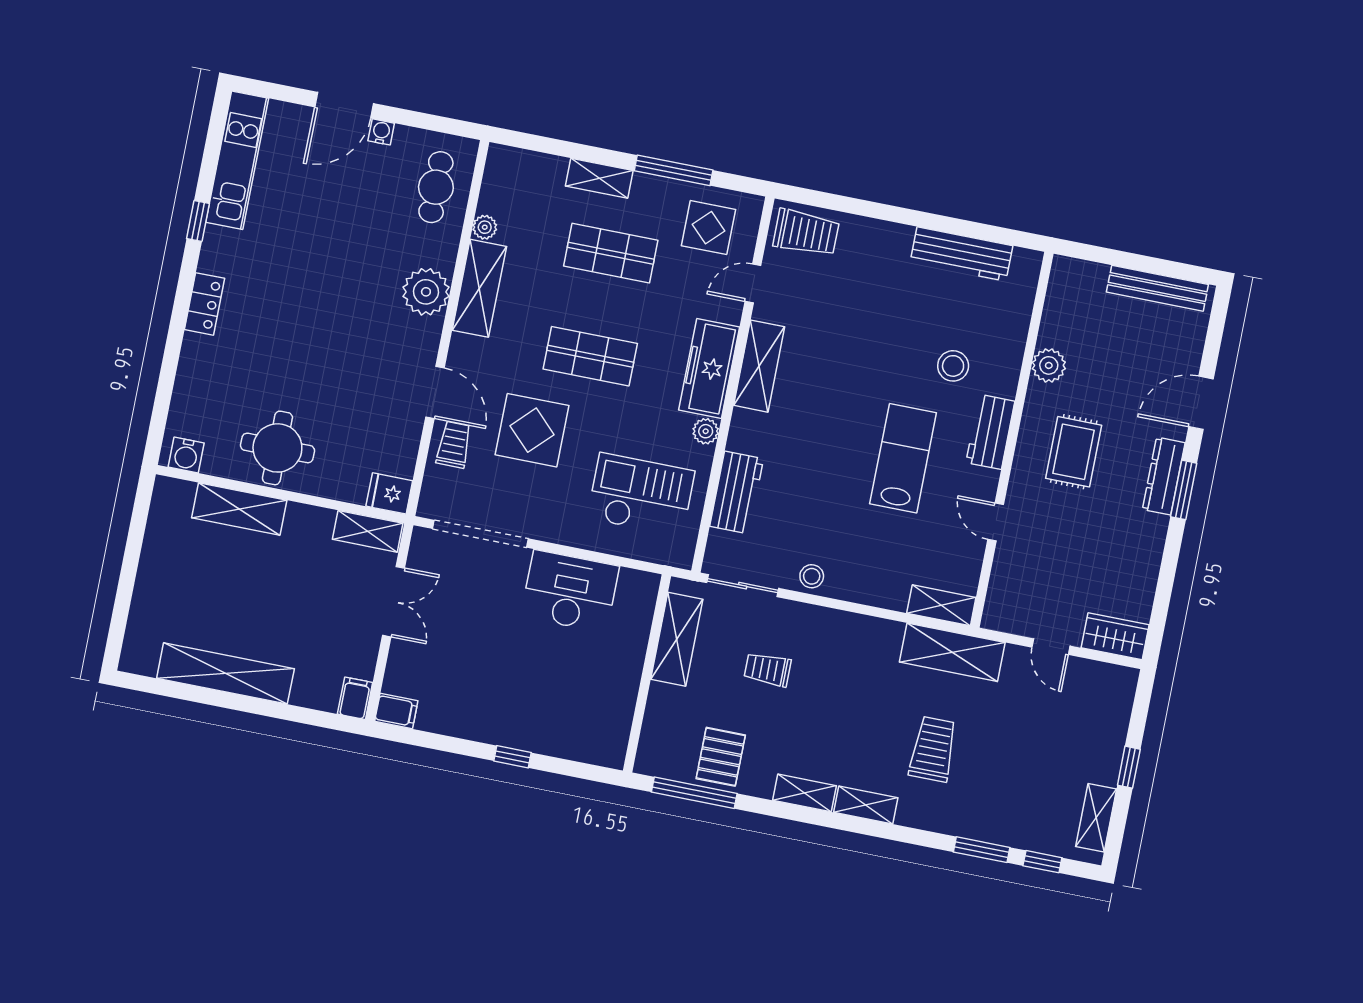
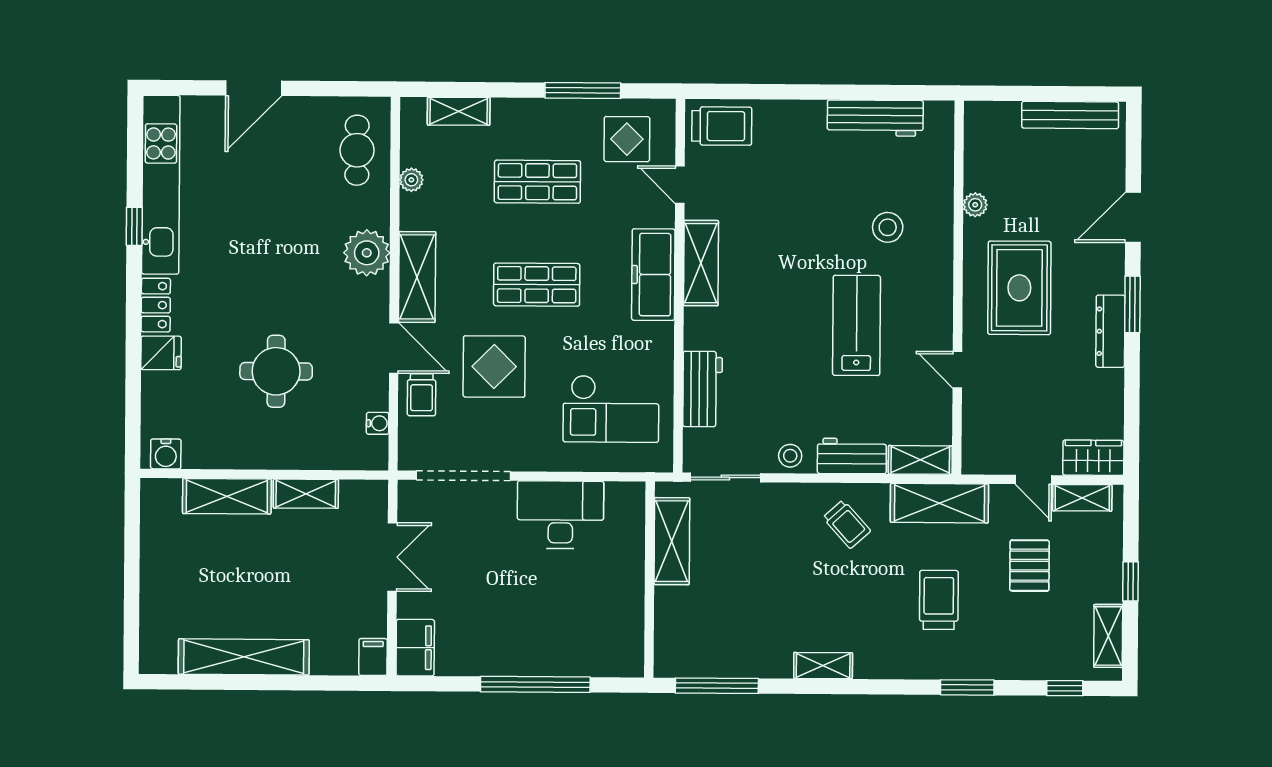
water cooler: (381, 132) -> (378, 423), moved, turned 90
kitchen unit: (237, 160) -> (161, 185), width x1.36
shelving: (599, 178) -> (459, 111), moved
door: (753, 283) -> (680, 185), hinge flipped
shelving: (479, 288) -> (417, 277), moved
plant: (1049, 365) -> (975, 205), width x0.73, depth x0.73
plant: (706, 431) -> (662, 336), removed
workbench: (990, 432) -> (852, 456), moved, turned 90
trolley: (454, 445) -> (422, 395), turned 180
round table: (277, 448) -> (276, 371), moved
rug: (1074, 452) -> (1019, 288), width x1.36, depth x1.43
dresser: (1164, 476) -> (1110, 331), moved
fridge: (389, 493) -> (161, 353), moved, turned 180
checkout: (641, 495) -> (611, 409), turned 180
shelving: (368, 531) -> (306, 494), moved
trolley: (768, 669) -> (847, 524), moved, turned -132
filing cabinet: (396, 711) -> (415, 648), width x2.00
window: (512, 757) -> (535, 684), width x3.17
pallet: (721, 757) -> (1029, 566), moved
shelving: (866, 805) -> (1082, 498), moved
window: (982, 850) -> (967, 687), moved

